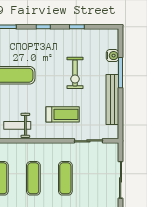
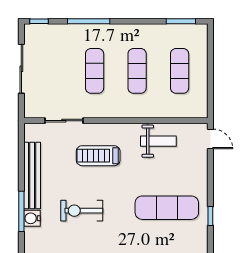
water cooler: (113, 56) -> (32, 218), moved
exercise bike: (75, 73) -> (82, 211), turned -90

